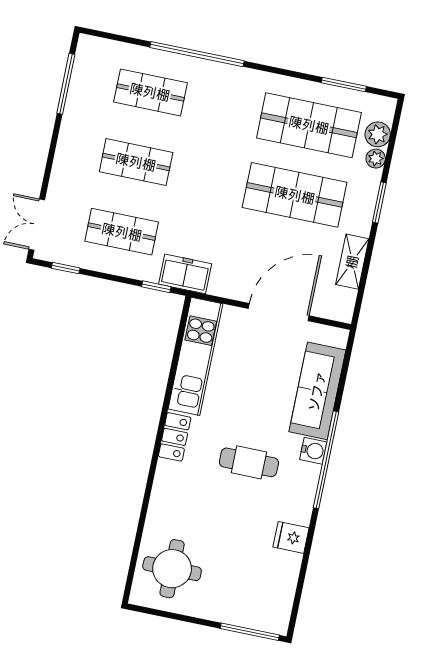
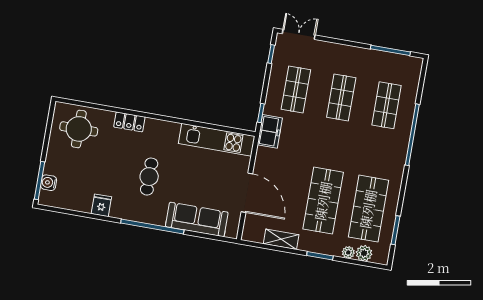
locker: (175, 437) -> (129, 122), moved
water cooler: (313, 451) -> (49, 183), moved, turned 90

